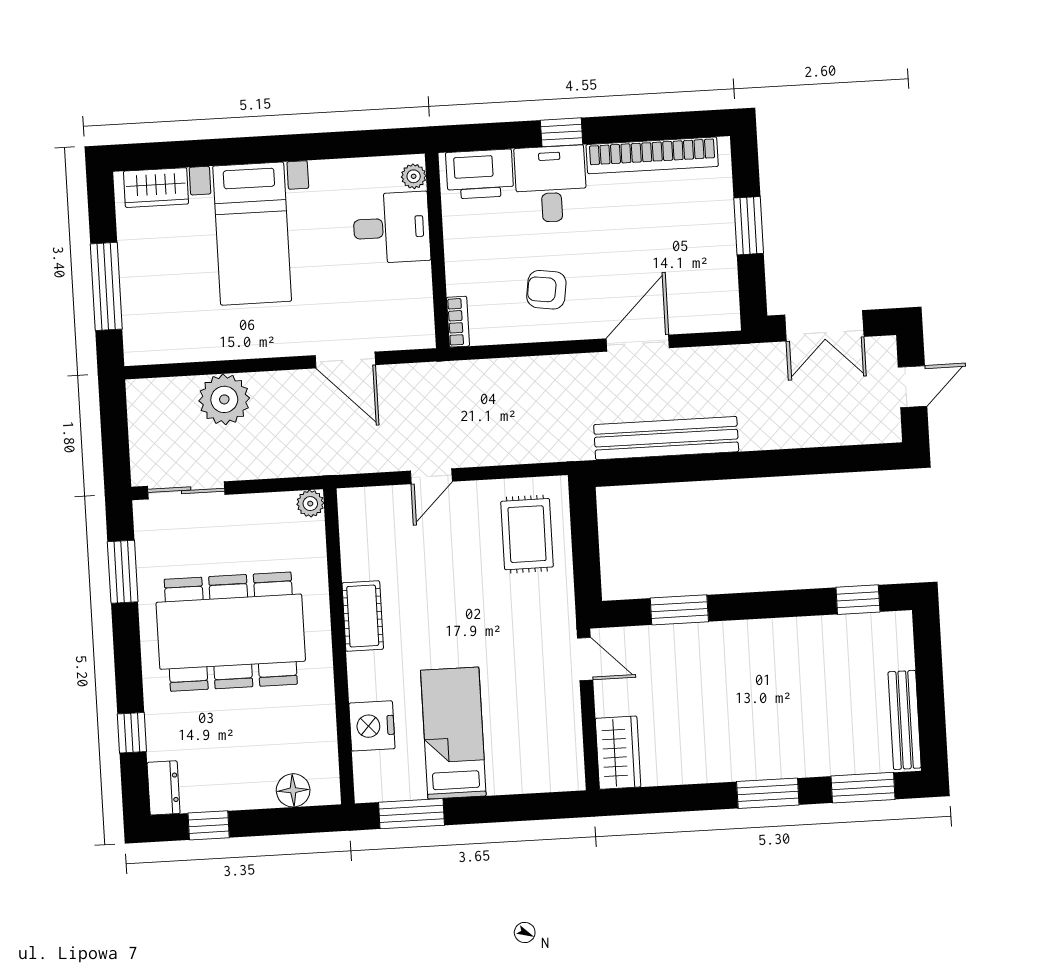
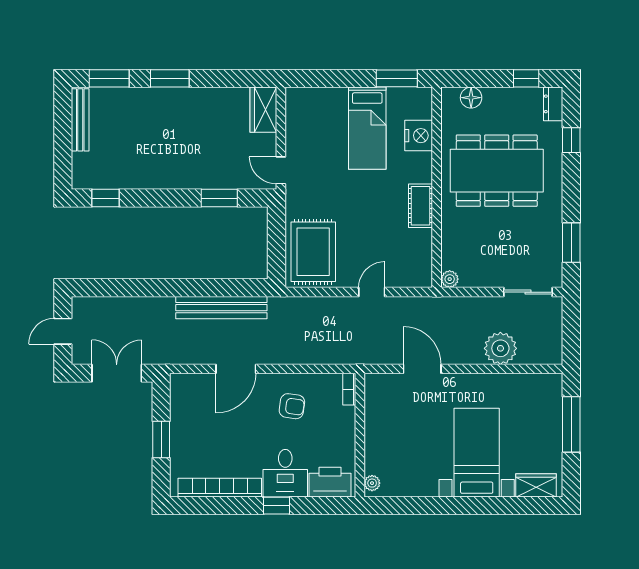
desk: (392, 228) -> (388, 451), removed
rug: (527, 534) -> (313, 252), width x1.36, depth x1.43
dining table: (231, 632) -> (497, 171), moved

